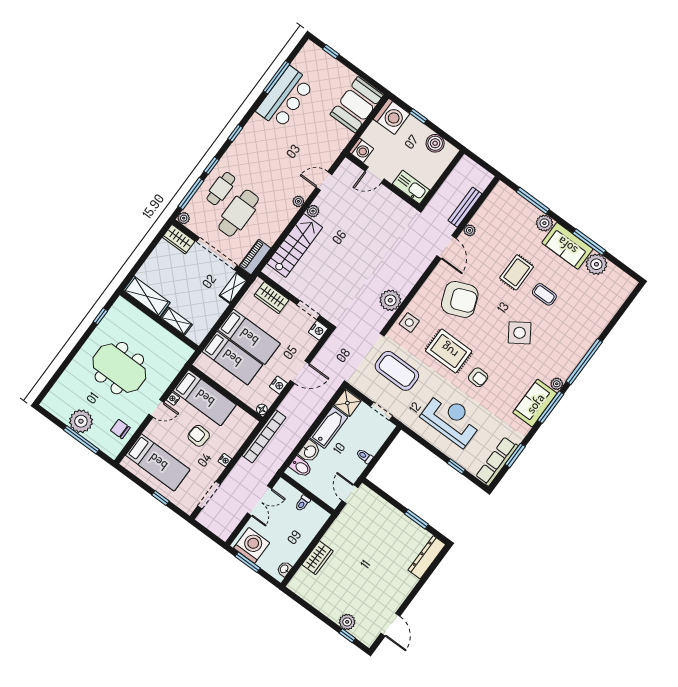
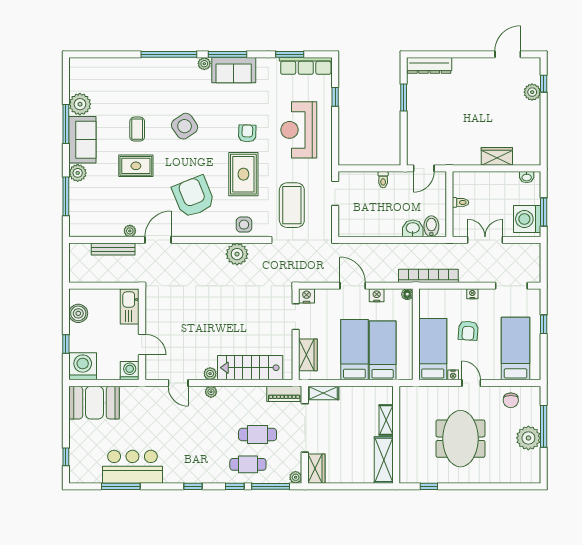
cafe table: (239, 213) -> (258, 435), width x0.73, depth x0.74
shower: (347, 403) -> (349, 227), removed
bathtub: (329, 427) -> (381, 227), removed

